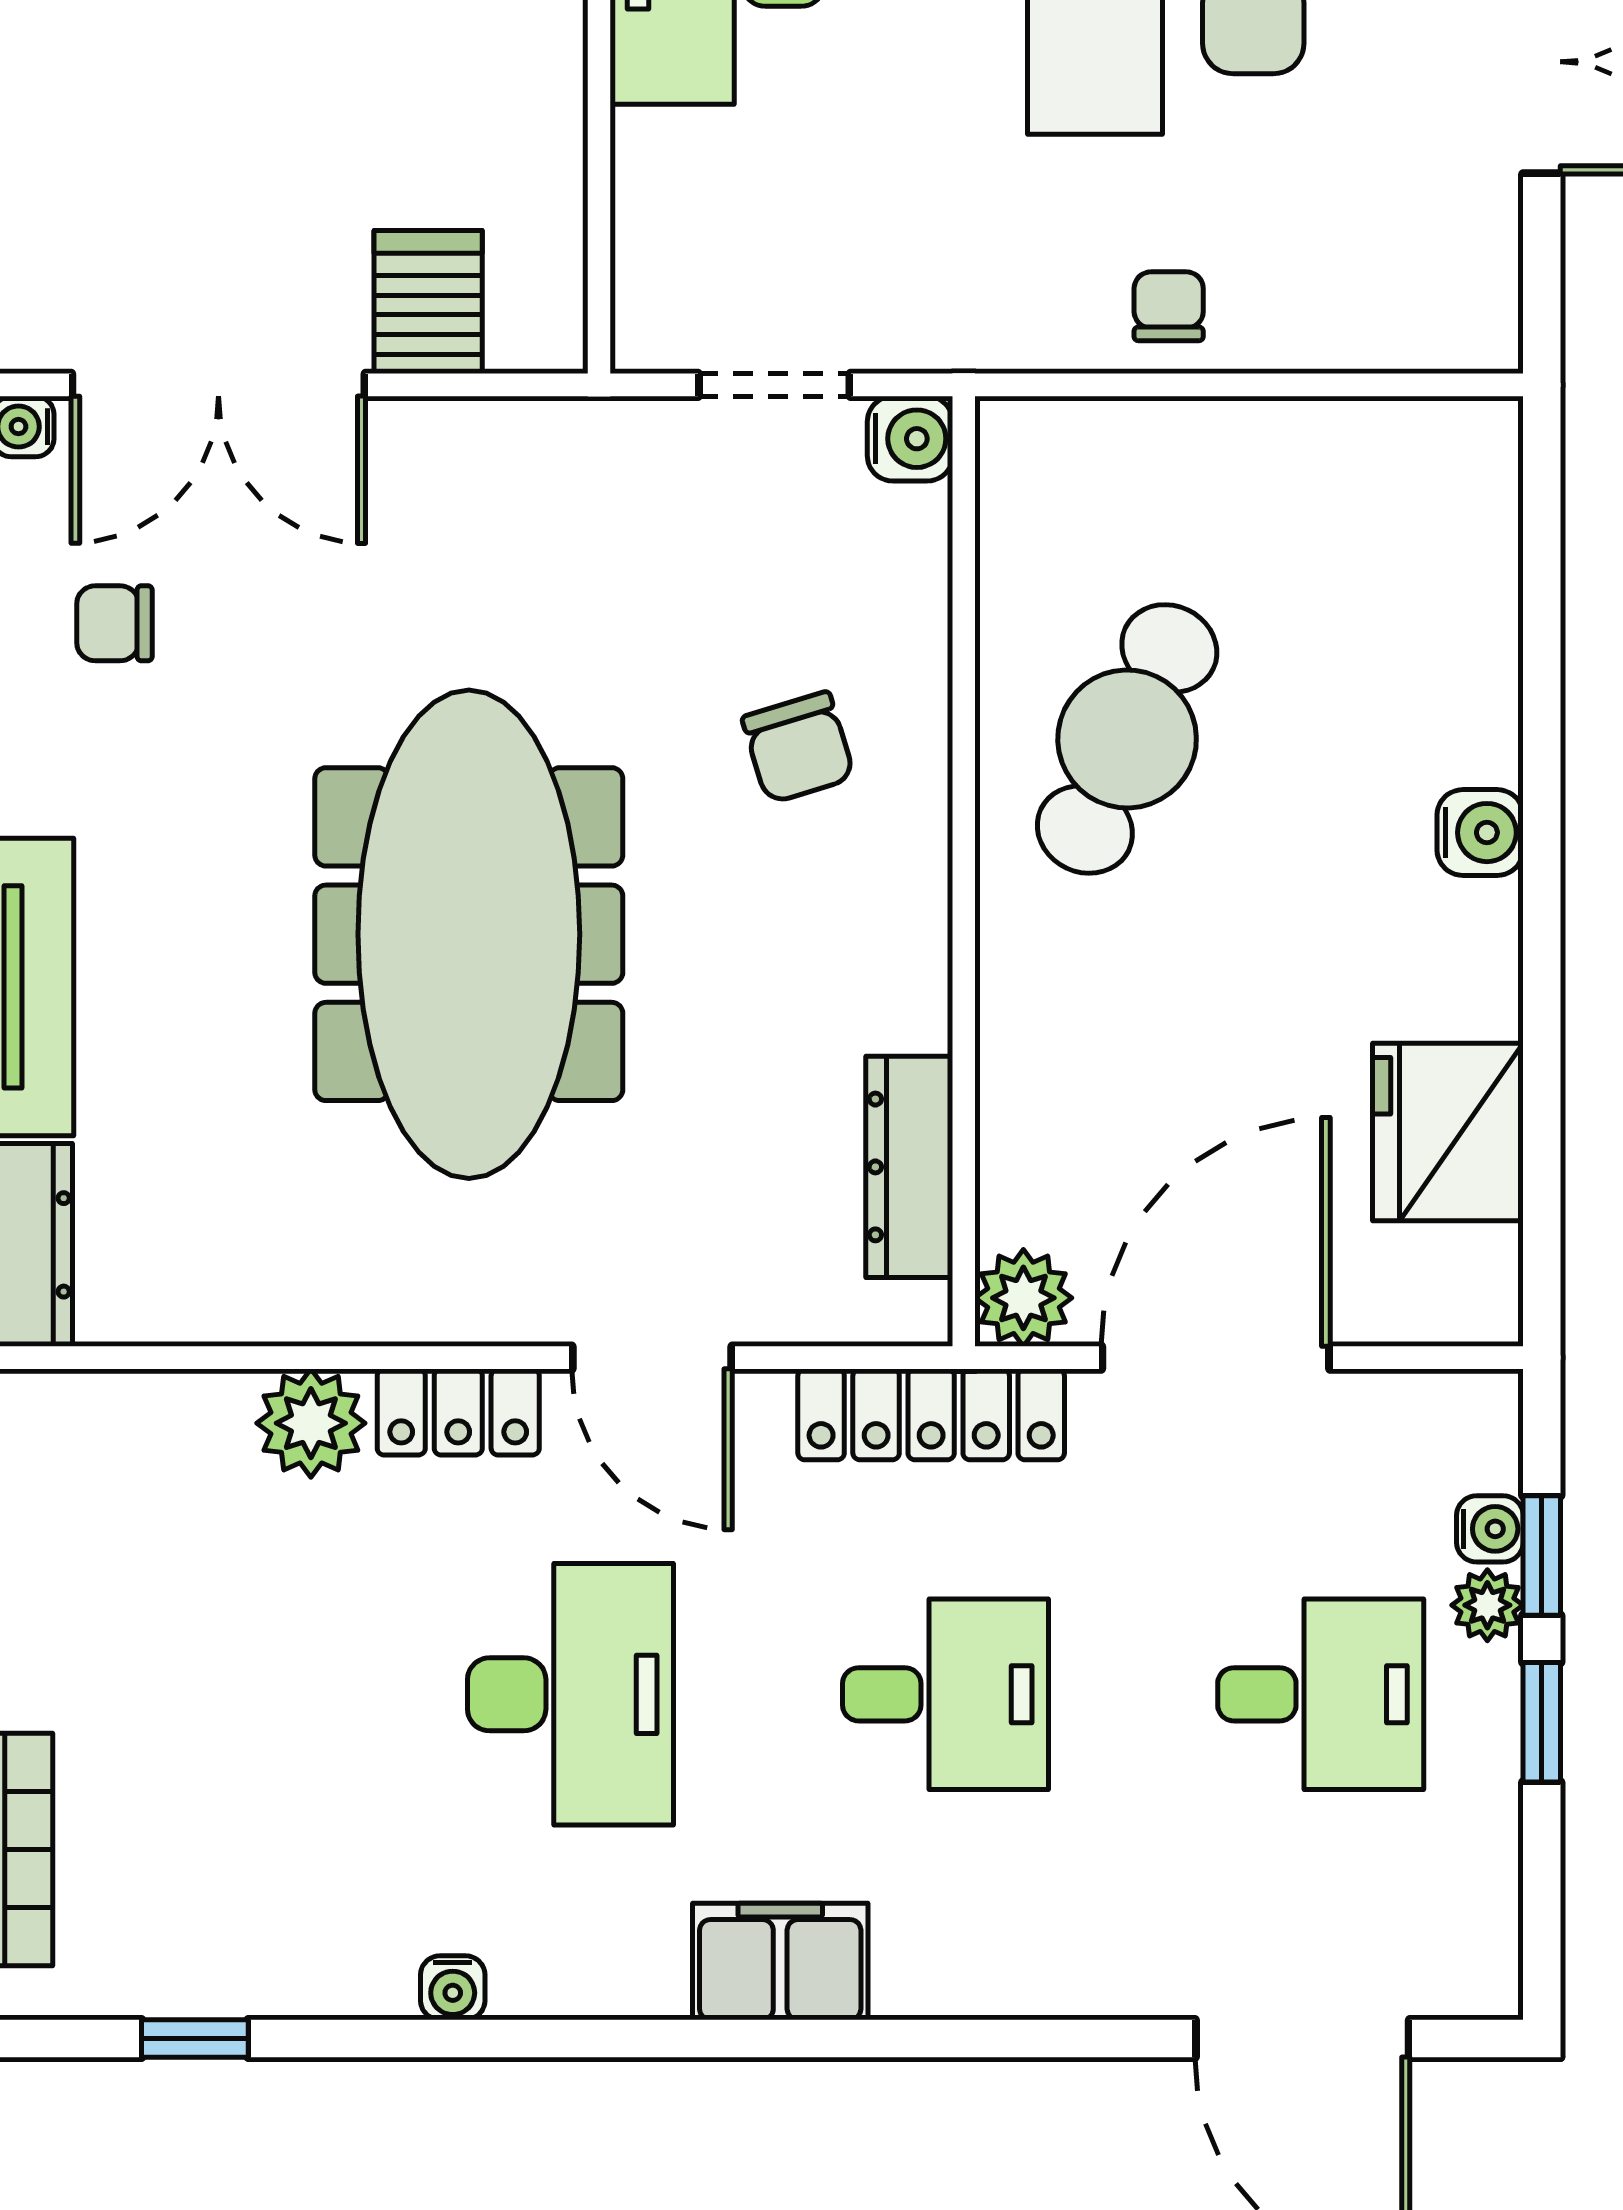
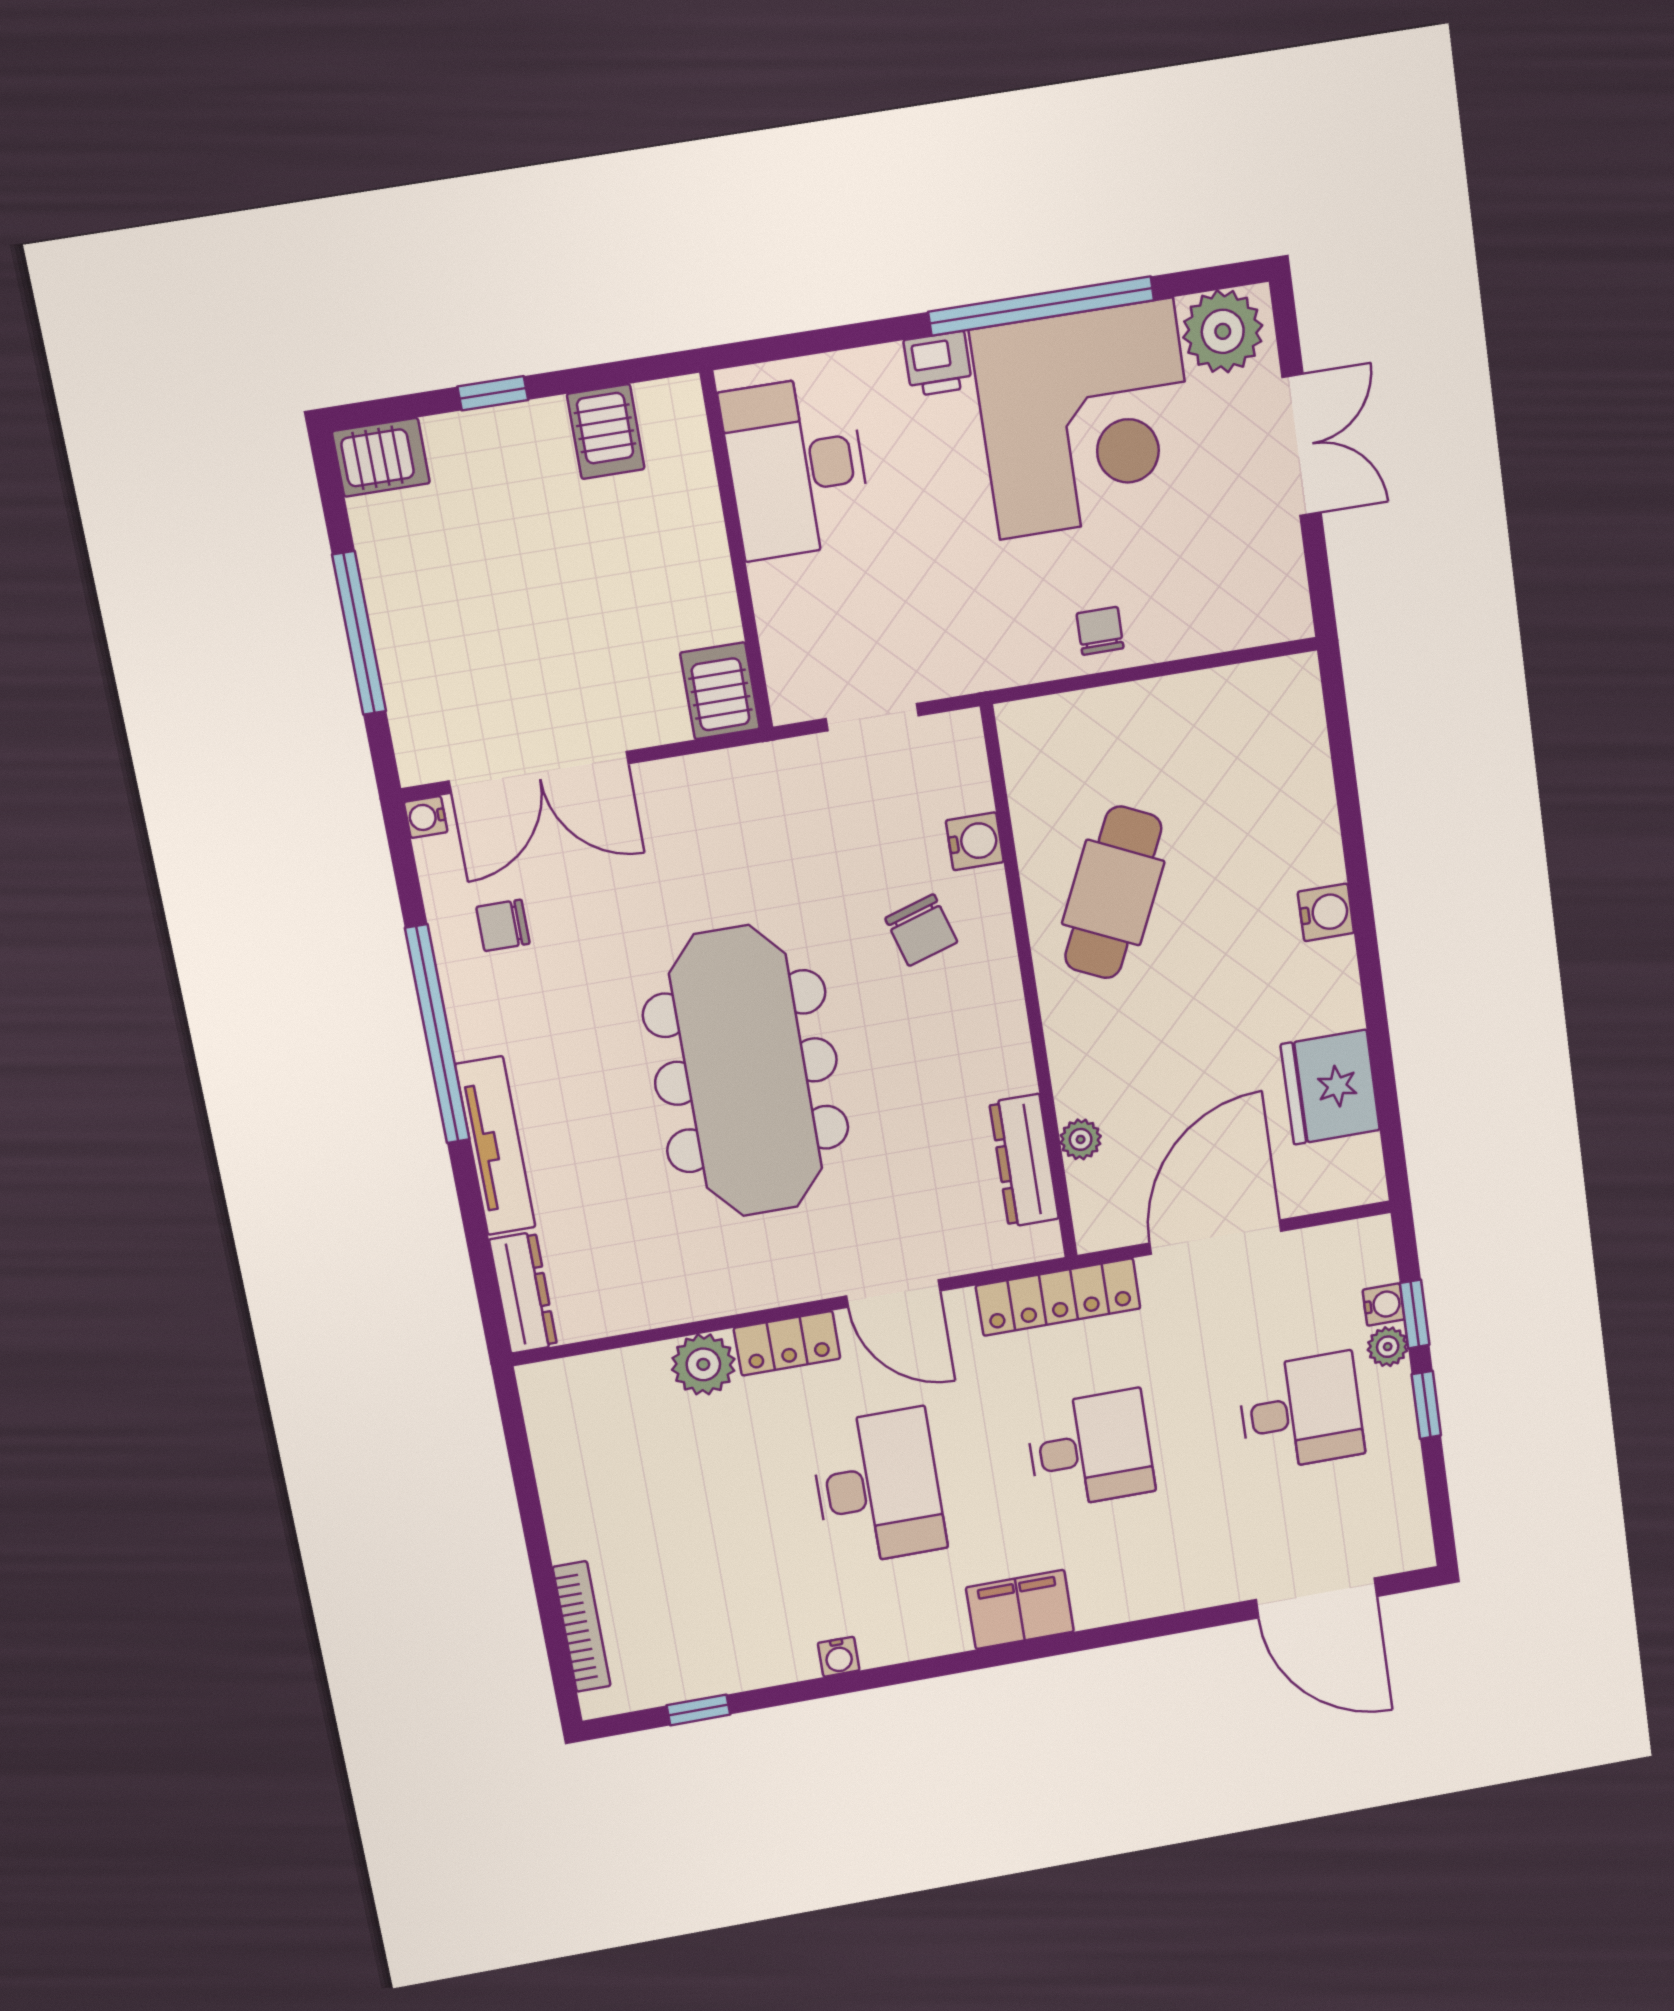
server rack: (428, 302) -> (720, 691), moved
water cooler: (910, 439) -> (975, 841), moved
plant: (1023, 1298) -> (1081, 1139), moved, width x0.73, depth x0.73

